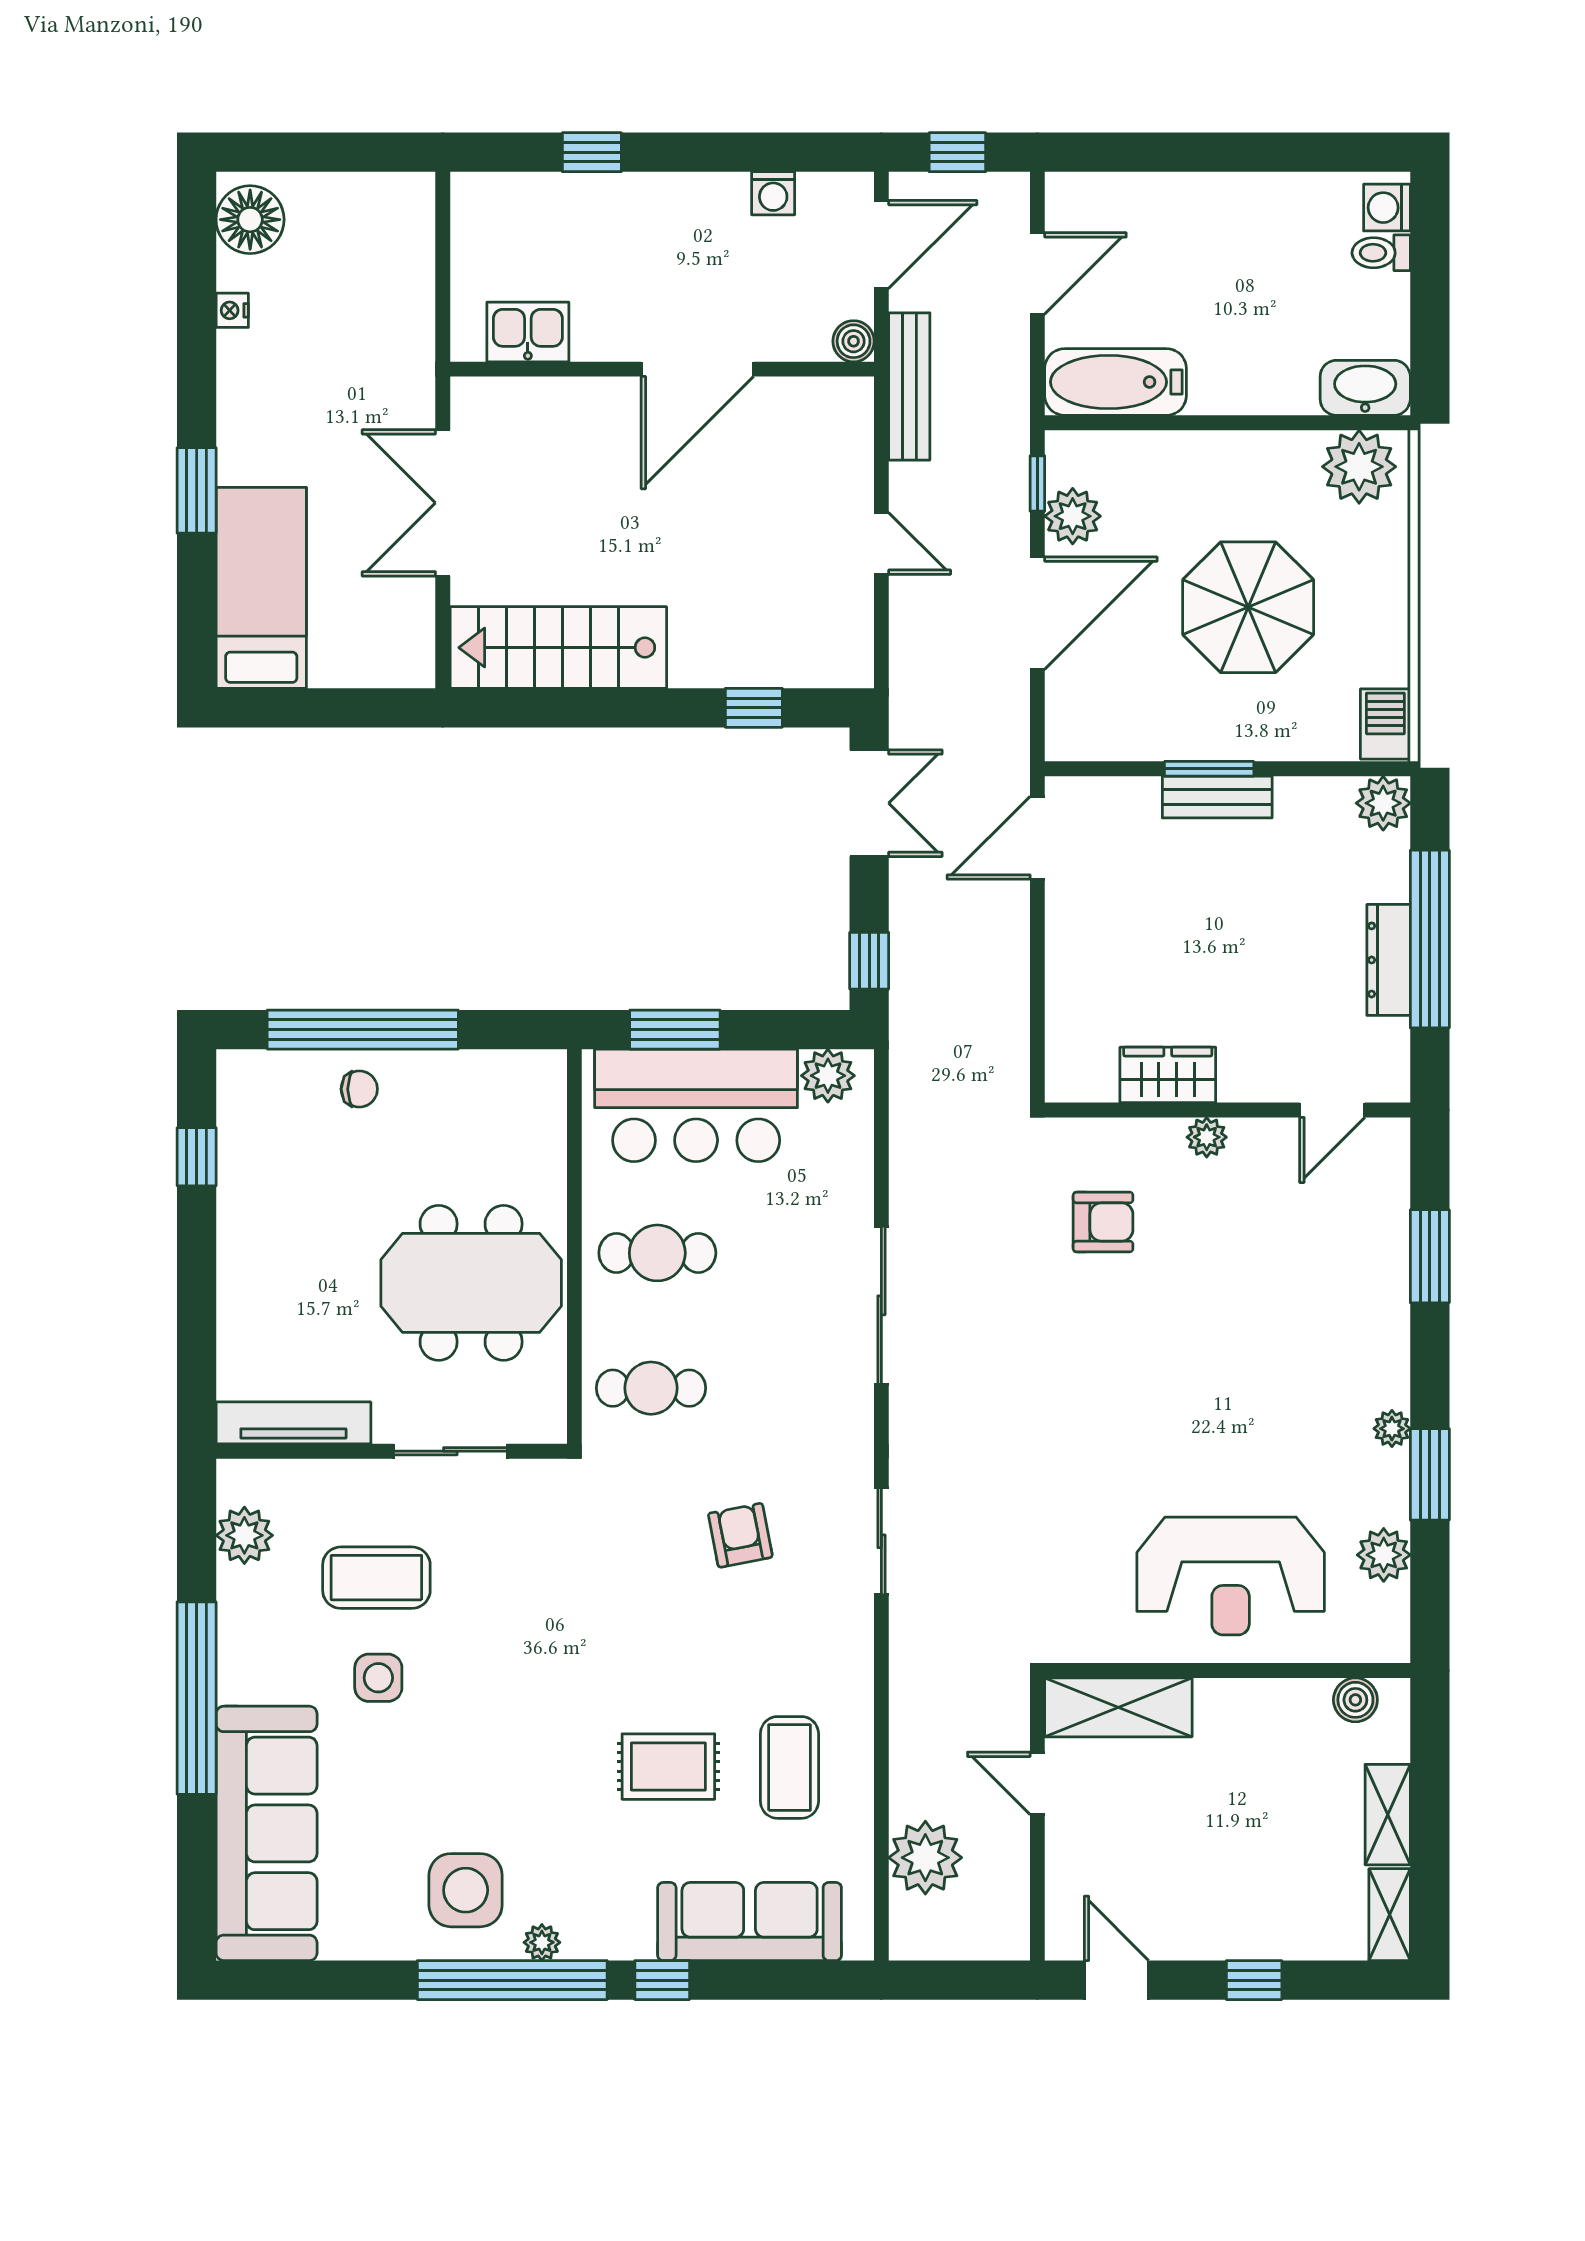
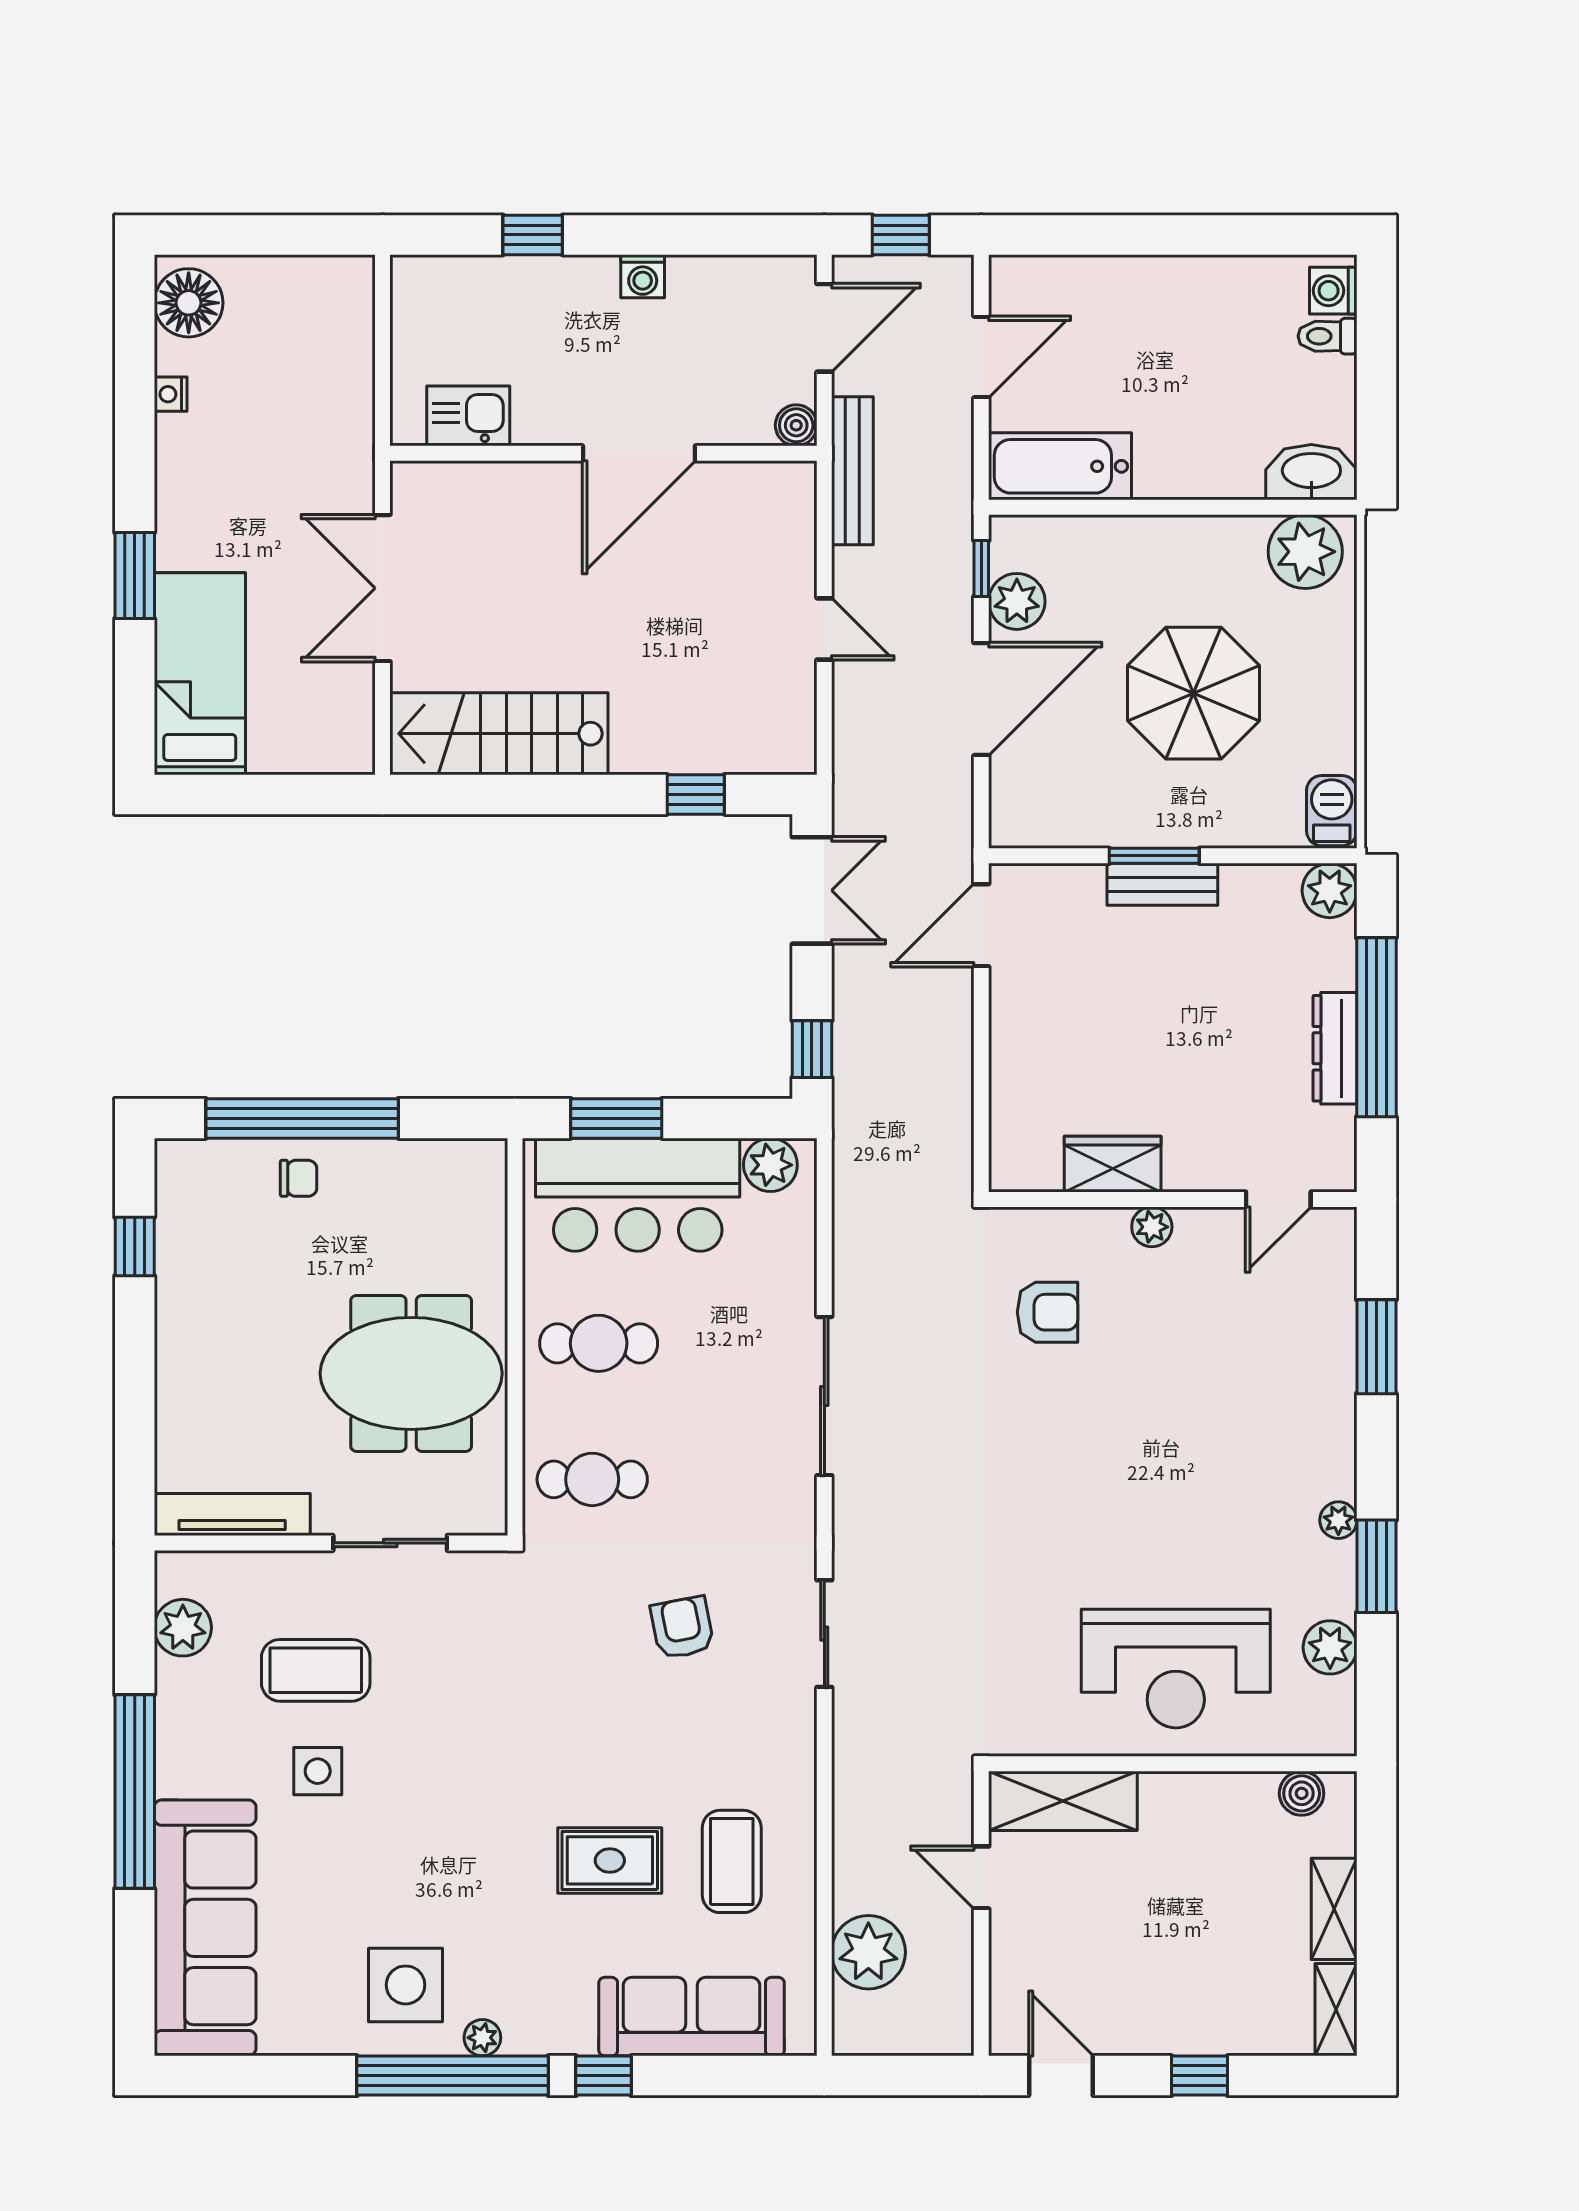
washing machine: (773, 193) -> (643, 276), moved

